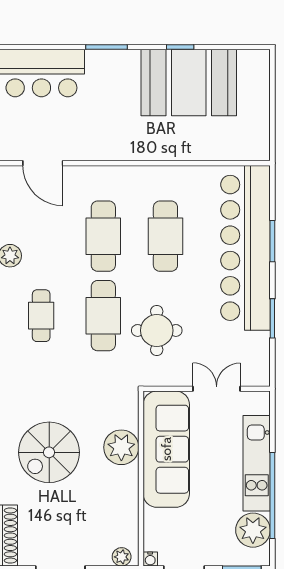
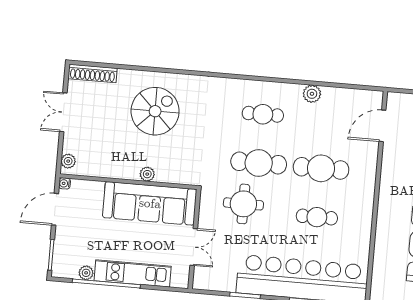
cafe table: (165, 236) -> (317, 217), width x0.73, depth x0.74
plant: (121, 447) -> (147, 174), width x0.53, depth x0.53
spiral stairs: (49, 452) -> (155, 111), turned 90
plant: (253, 530) -> (86, 273), width x0.53, depth x0.53

